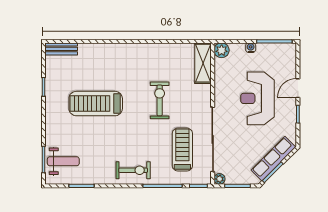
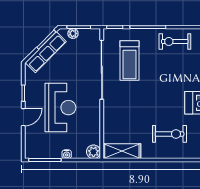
shelving: (203, 63) -> (122, 151), moved, turned 90
exercise bike: (160, 100) -> (170, 134), moved, turned -90
plant: (219, 179) -> (73, 33), moved

